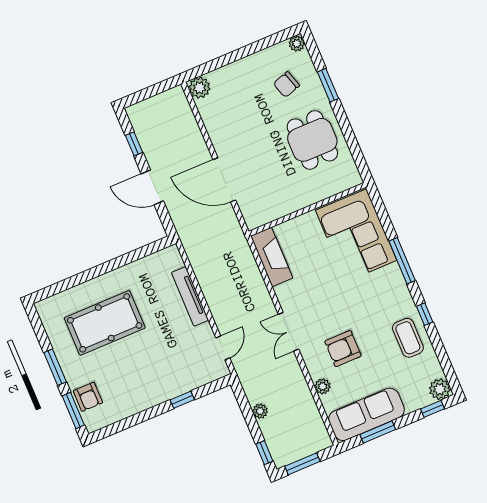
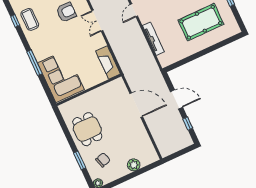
plant: (200, 88) -> (134, 165), moved
window: (425, 314) -> (15, 21), moved
double door: (288, 332) -> (97, 21), swing flipped

